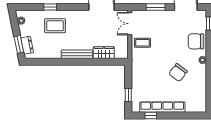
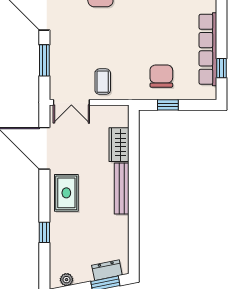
rug: (55, 26) -> (66, 193), moved
chair: (178, 73) -> (161, 76), moved, turned -127
window: (128, 95) -> (168, 105), moved

